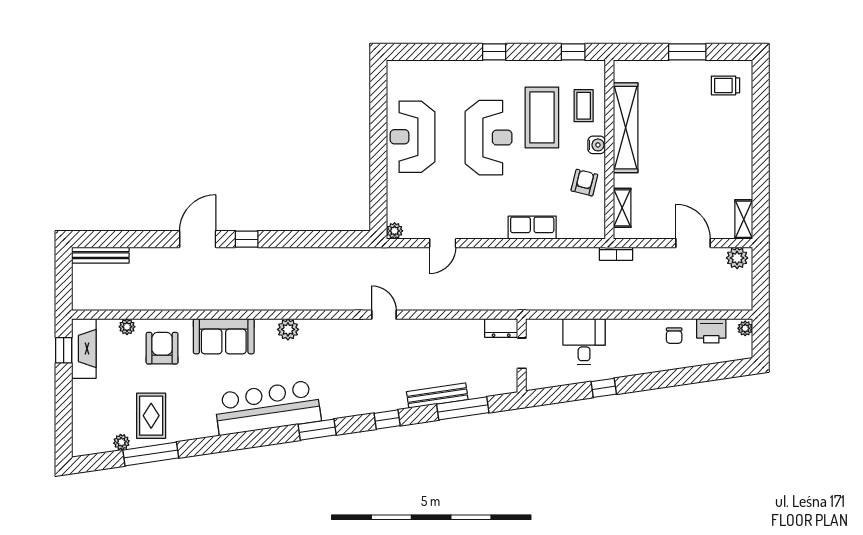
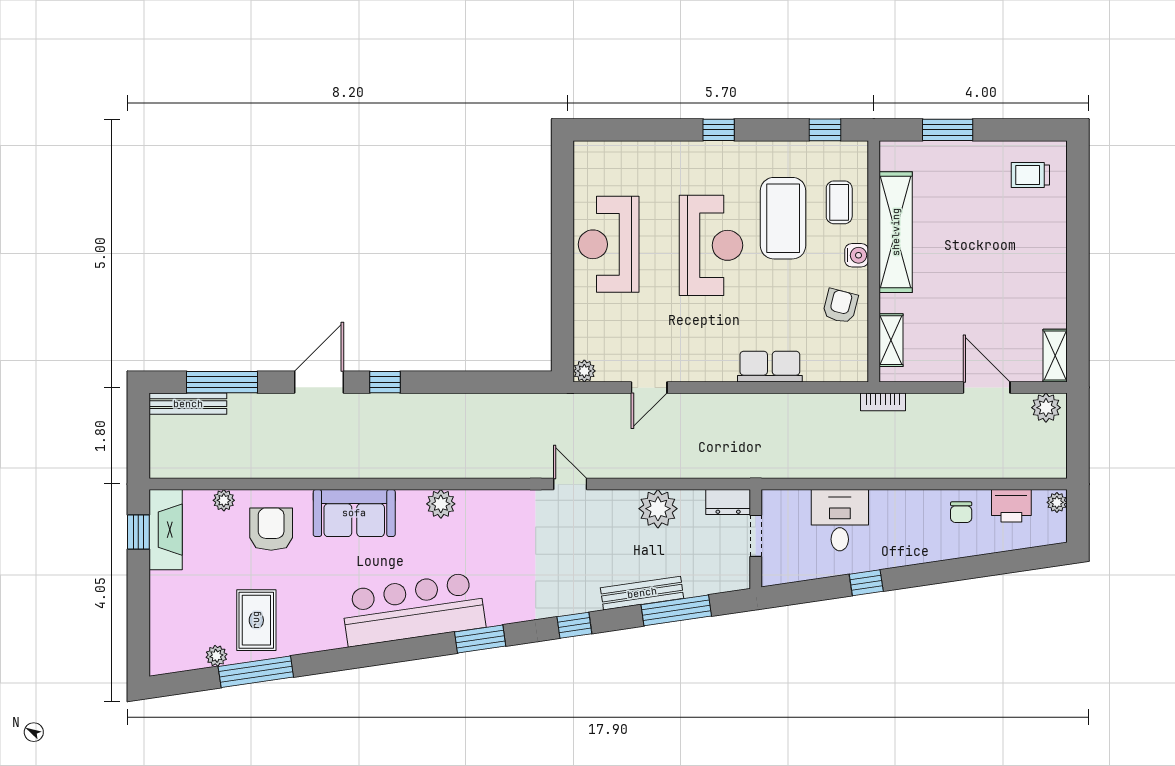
window: (687, 52) -> (948, 130), moved
window: (126, 239) -> (222, 382), added
plant: (449, 333) -> (658, 509), added

